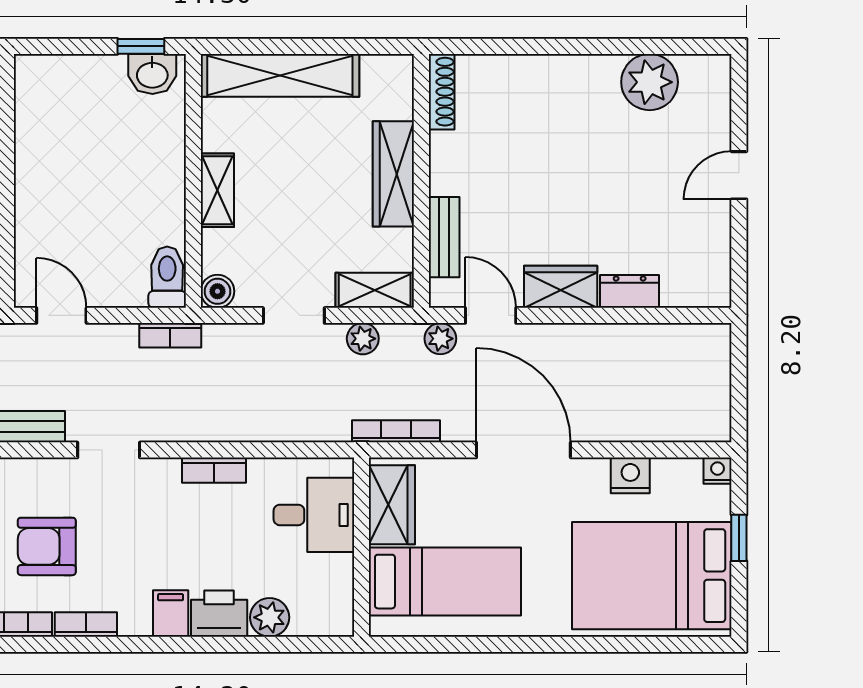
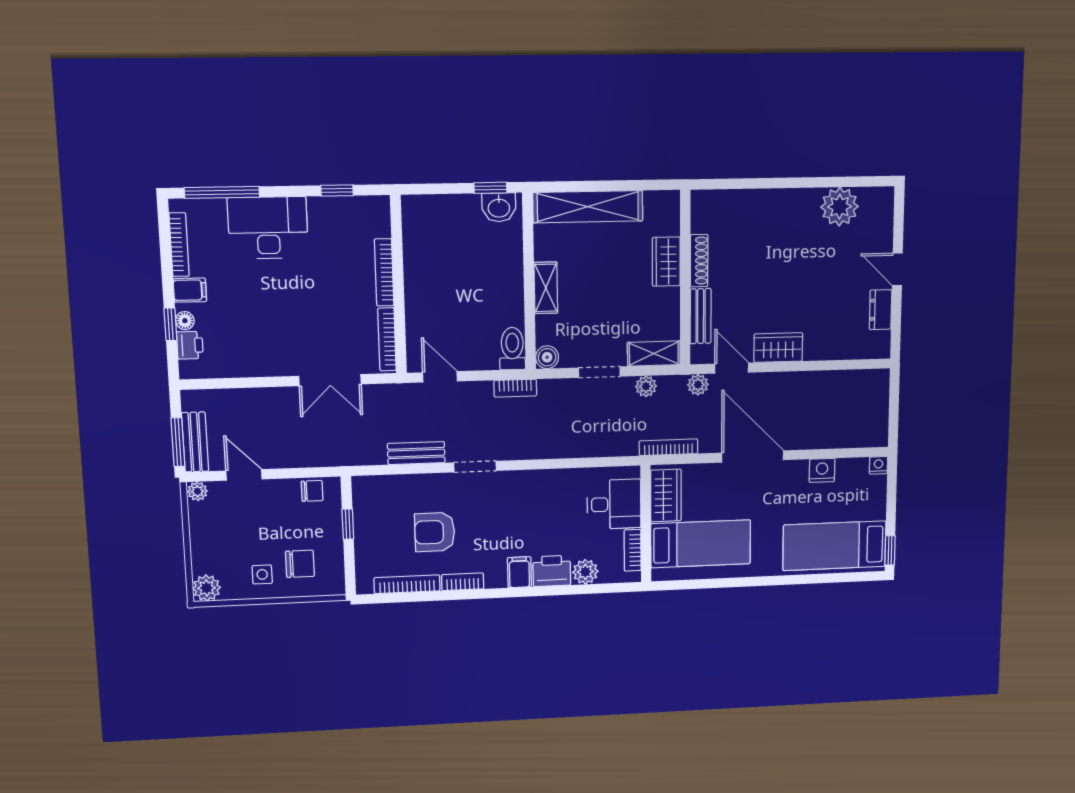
shoe rack: (442, 92) -> (699, 261), moved
wardrobe: (393, 174) -> (666, 262), width x0.67
door: (739, 175) -> (897, 269), hinge flipped
dresser: (630, 291) -> (881, 310), moved, turned -90
bookcase: (214, 470) -> (633, 550), moved, turned 90
window: (739, 538) -> (890, 550), moved
bed: (652, 576) -> (835, 546), width x0.67

